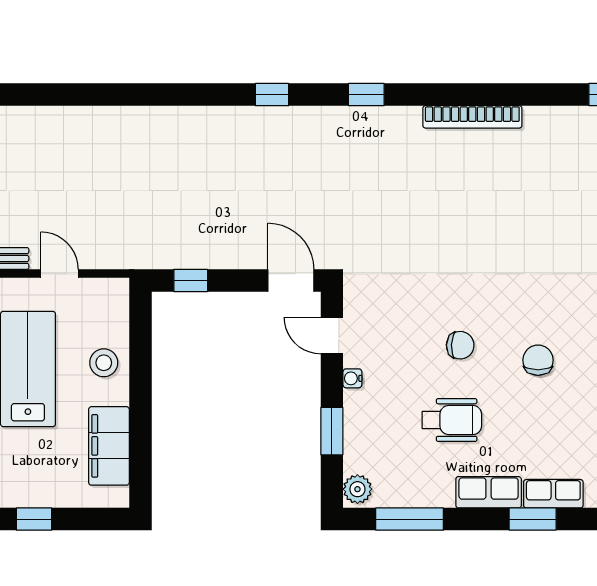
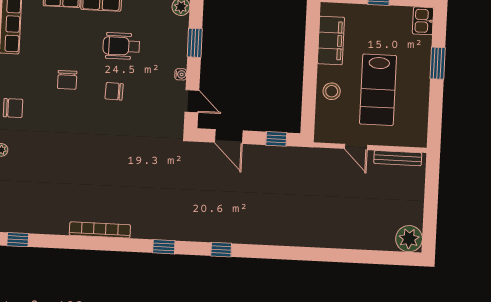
door: (291, 280) -> (229, 136), moved

